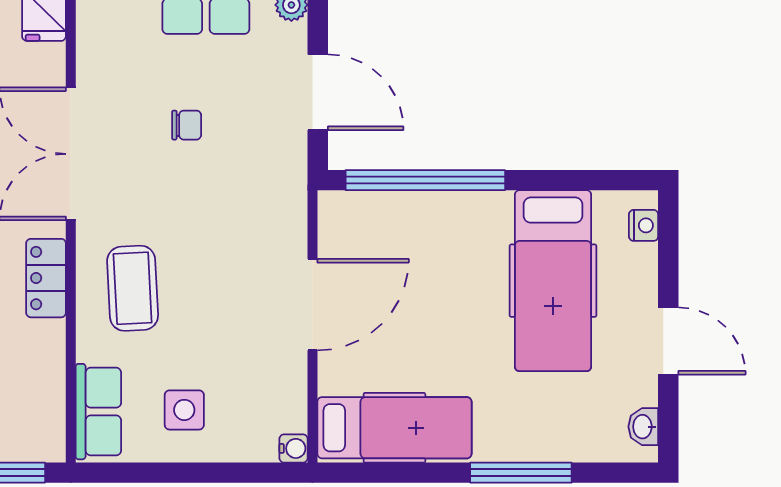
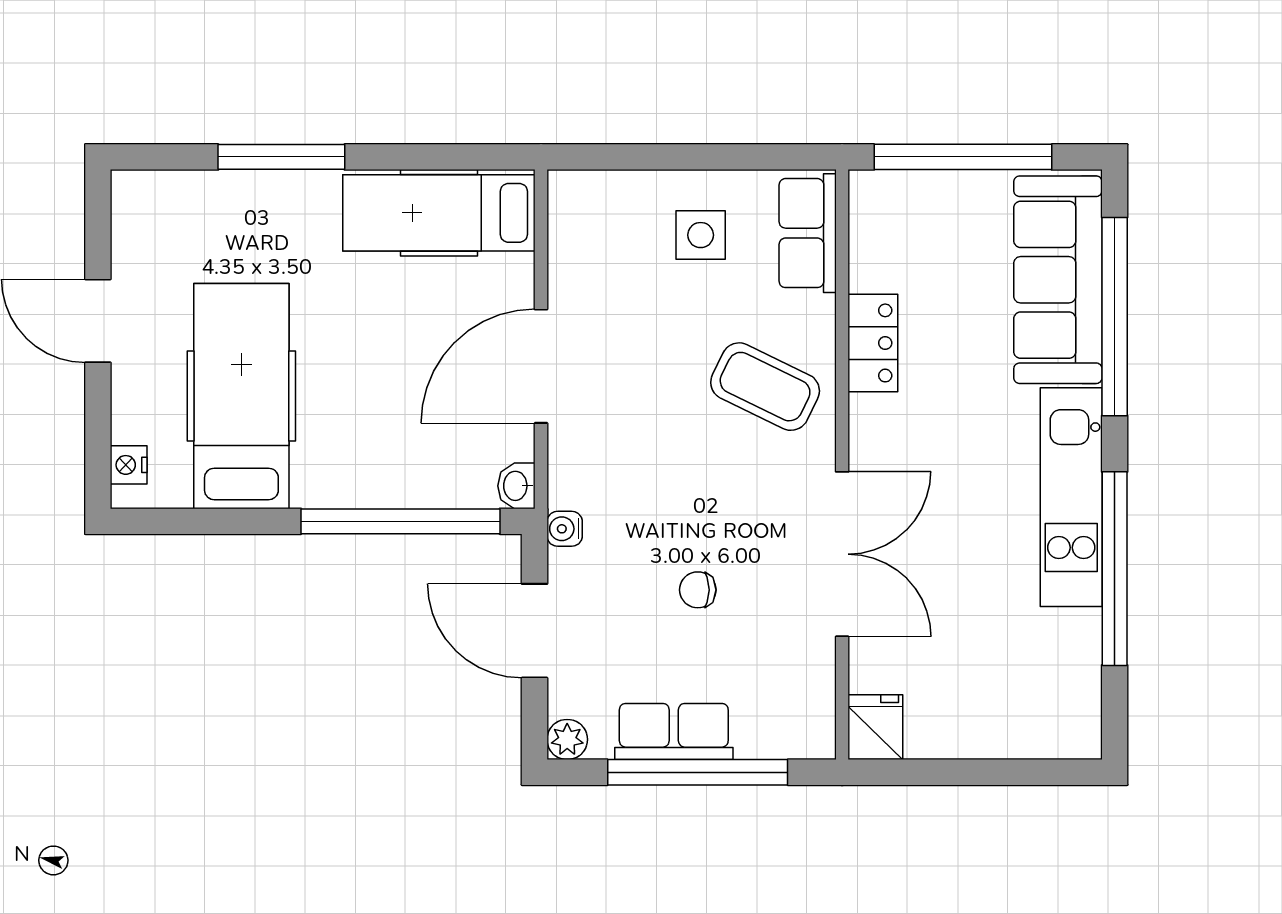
locker: (46, 278) -> (873, 343), moved
coffee table: (133, 288) -> (765, 387), turned -61
washbasin: (643, 427) -> (516, 486), moved, turned 180
water cooler: (294, 448) -> (565, 529), moved

